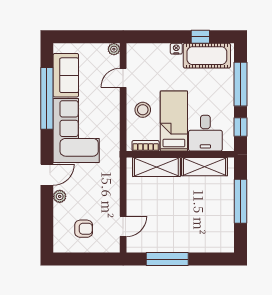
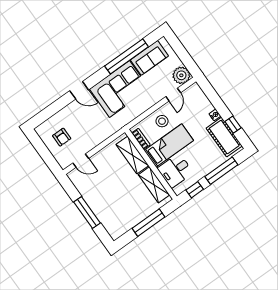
plant: (114, 49) -> (181, 75), width x1.87, depth x1.87
door: (123, 78) -> (173, 95), swing flipped
plant: (60, 196) -> (71, 108), removed
window: (167, 259) -> (87, 212), moved

